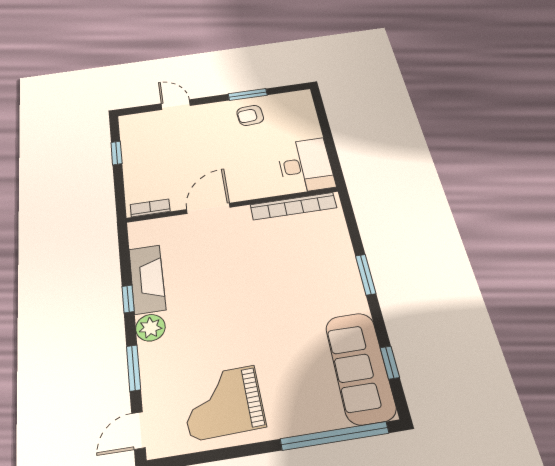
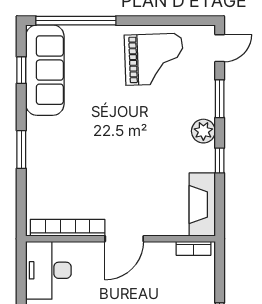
door: (208, 208) -> (124, 239), moved
fireplace: (147, 279) -> (202, 204), moved

